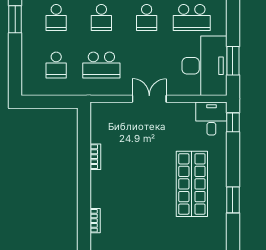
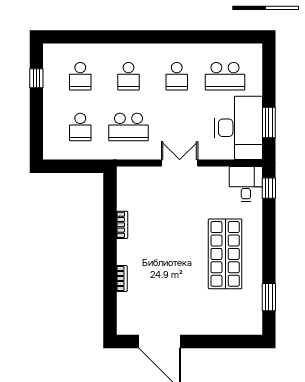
window: (15, 19) -> (36, 78), width x0.67
window: (233, 200) -> (269, 297), moved
bookcase: (95, 221) -> (122, 279), moved

